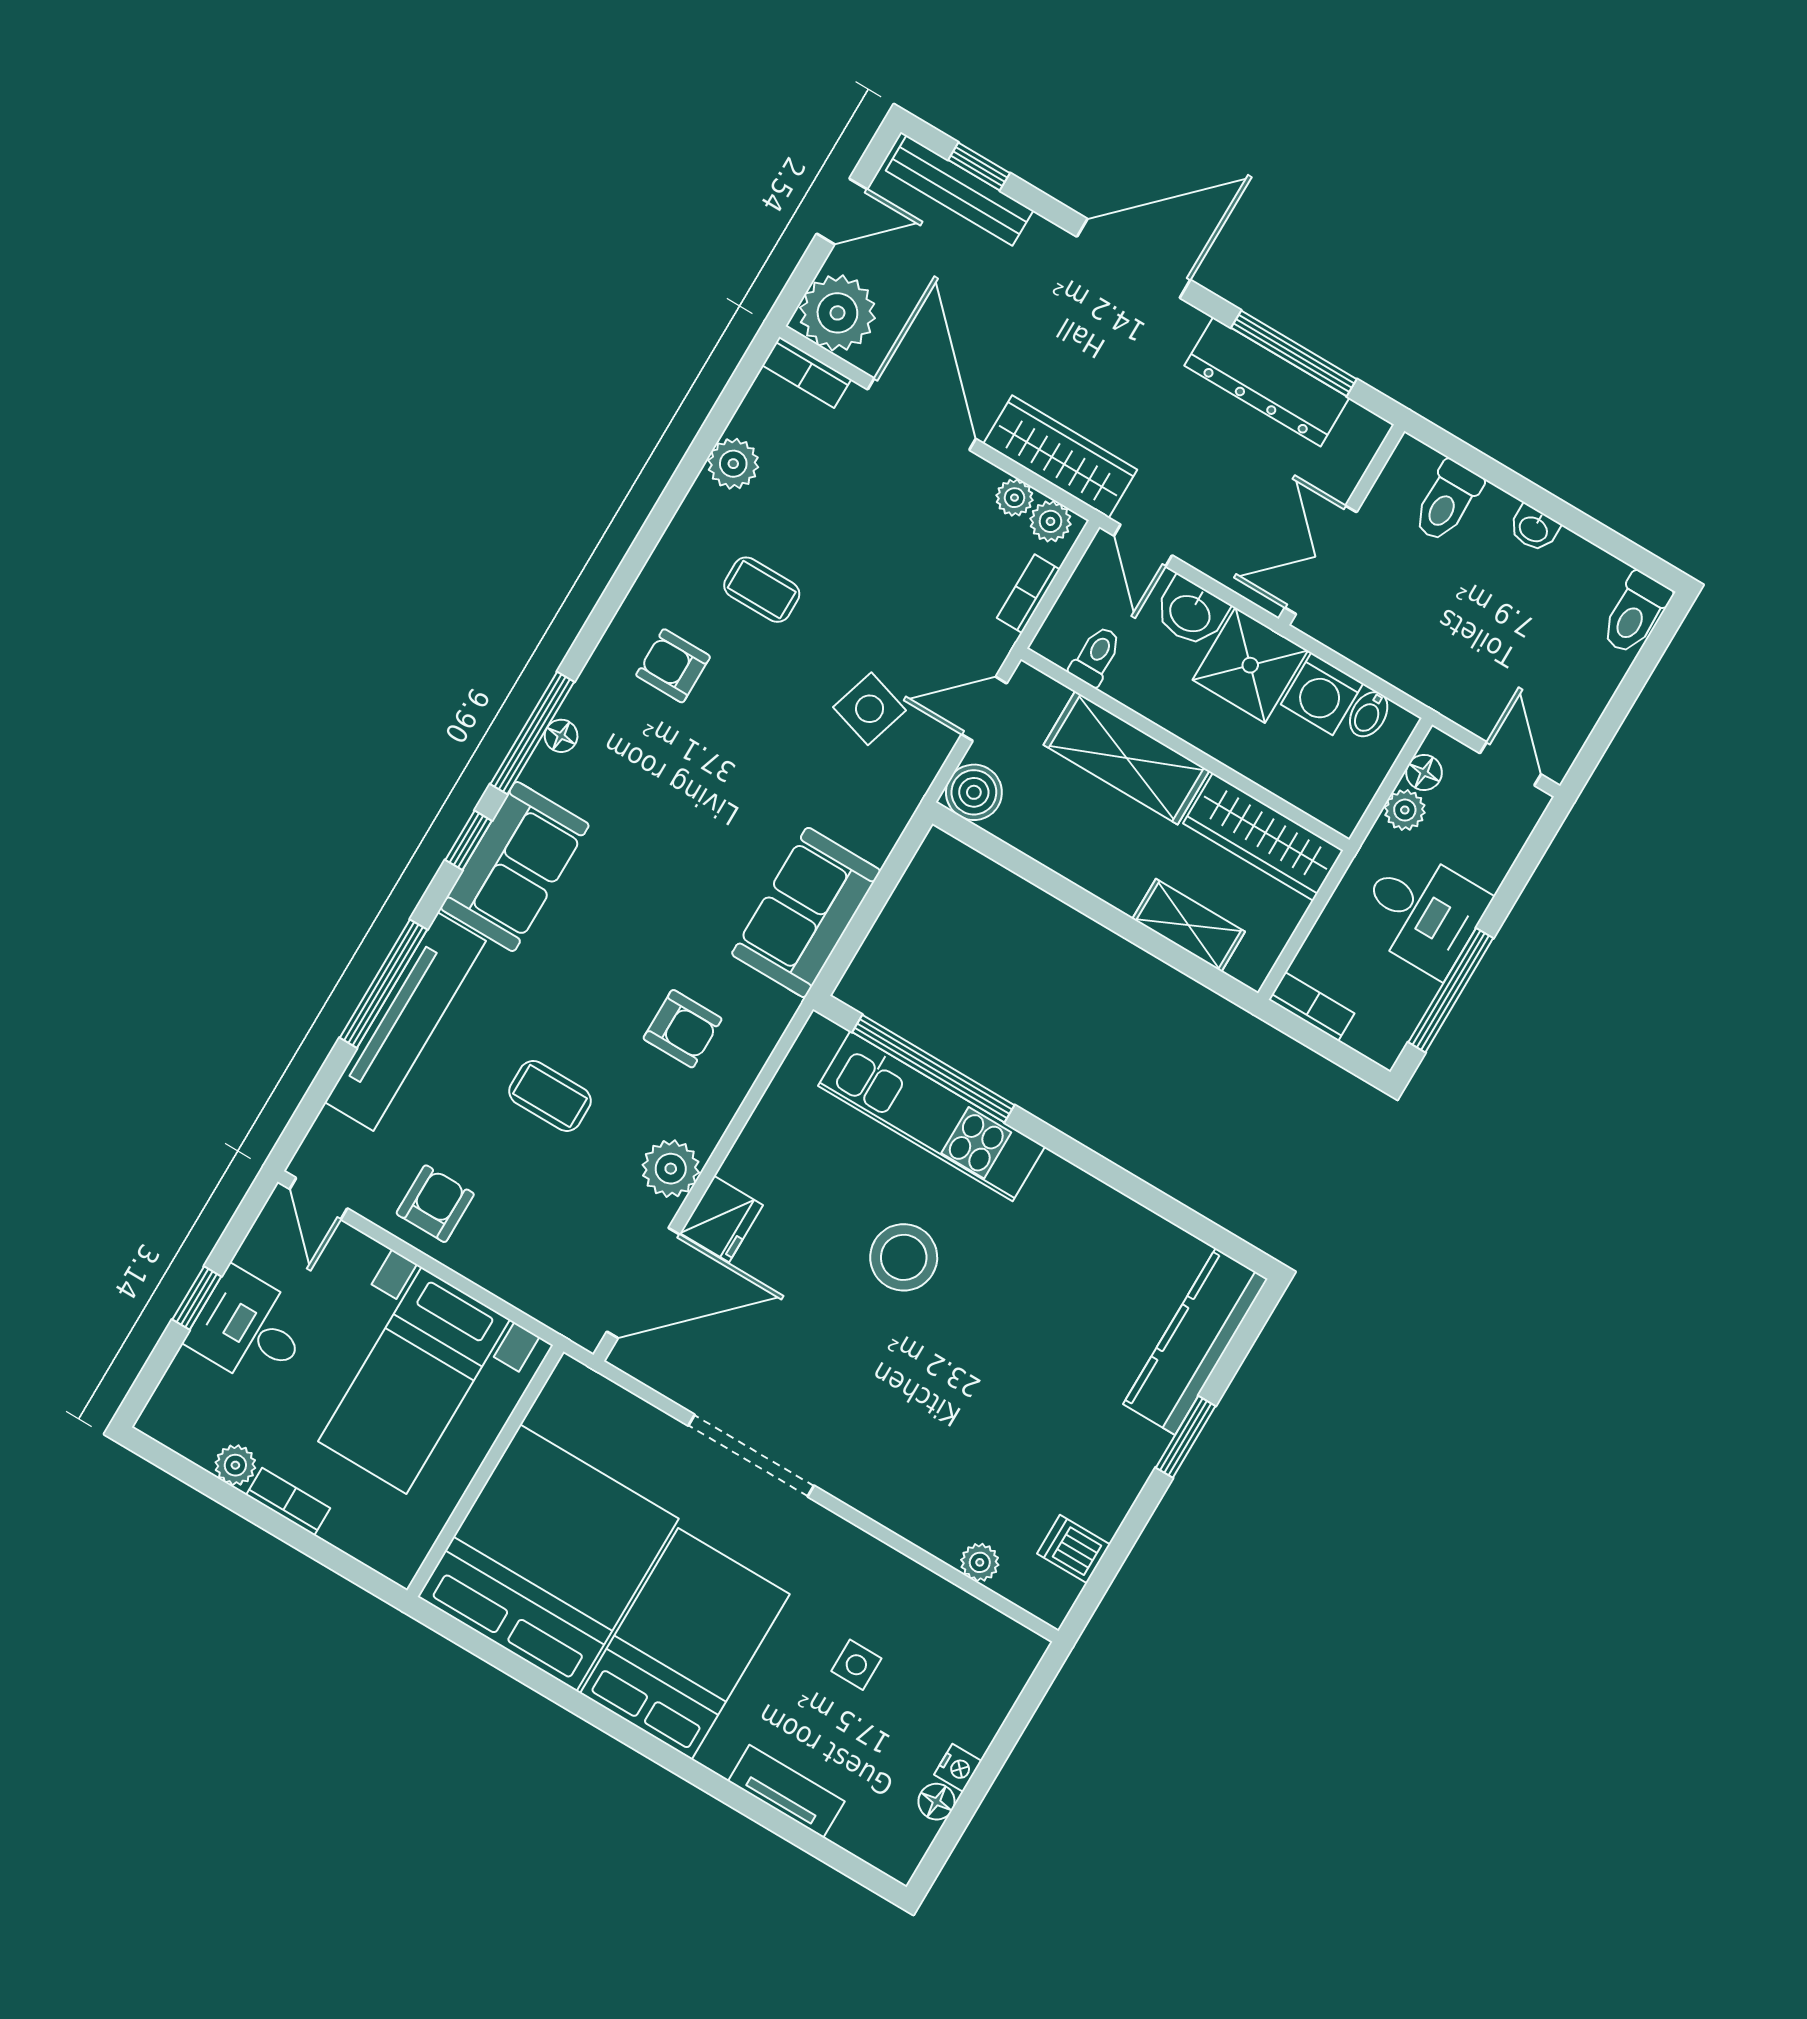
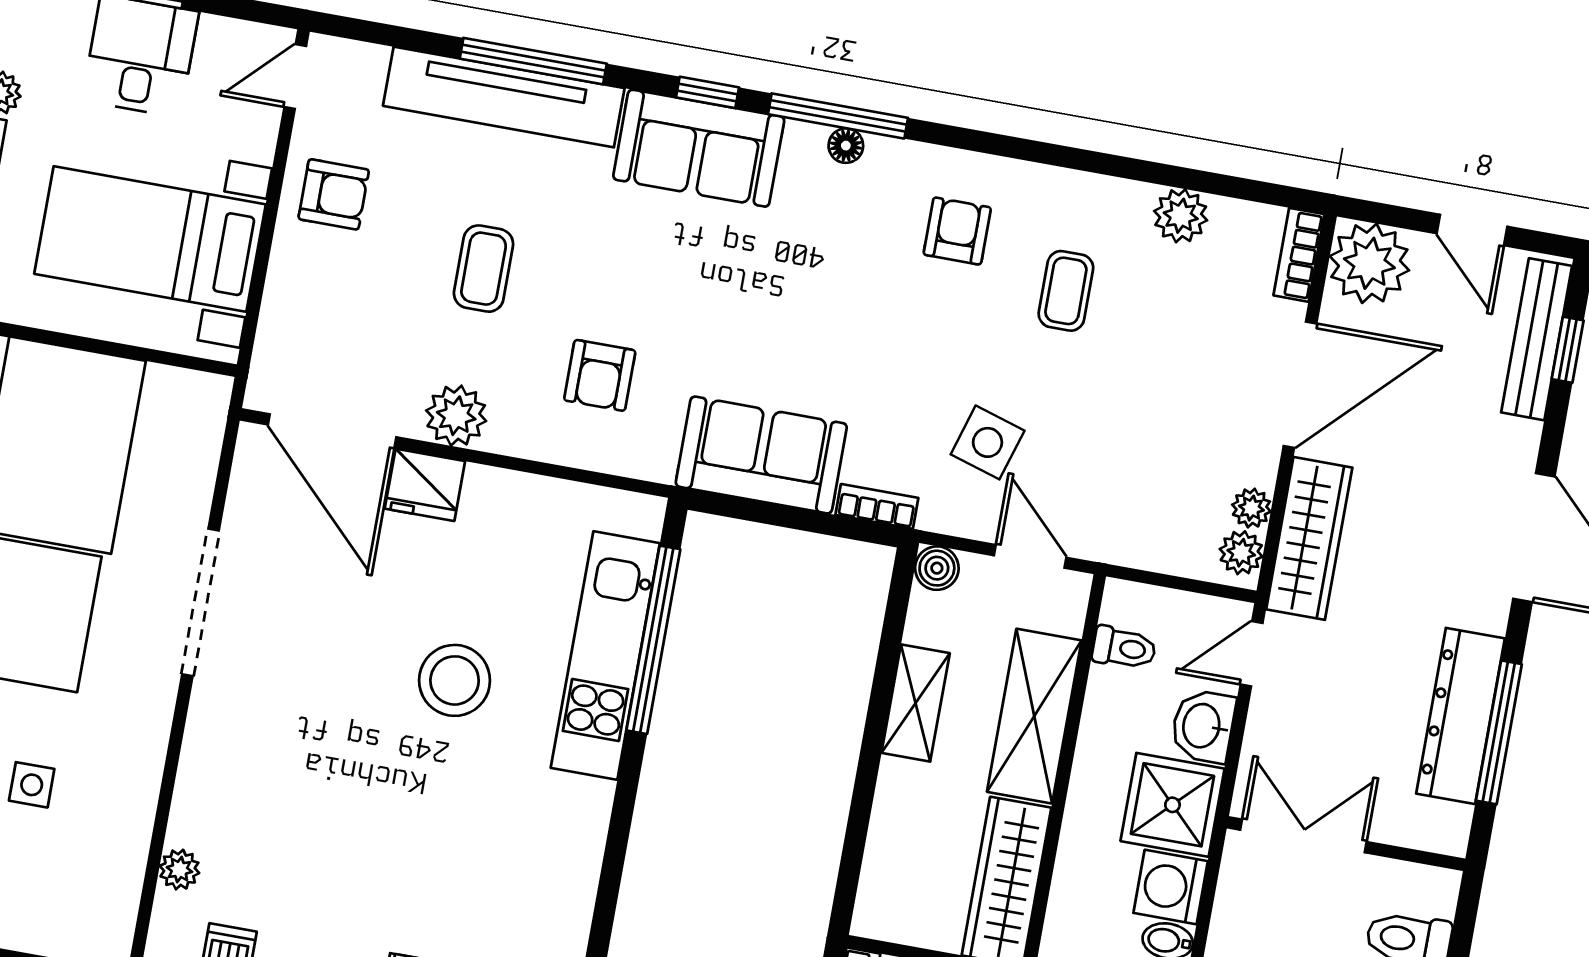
bookcase: (1028, 594) -> (877, 506), moved
boiler: (974, 792) -> (937, 568), width x0.73, depth x0.73
shelving: (1189, 925) -> (916, 703), moved

